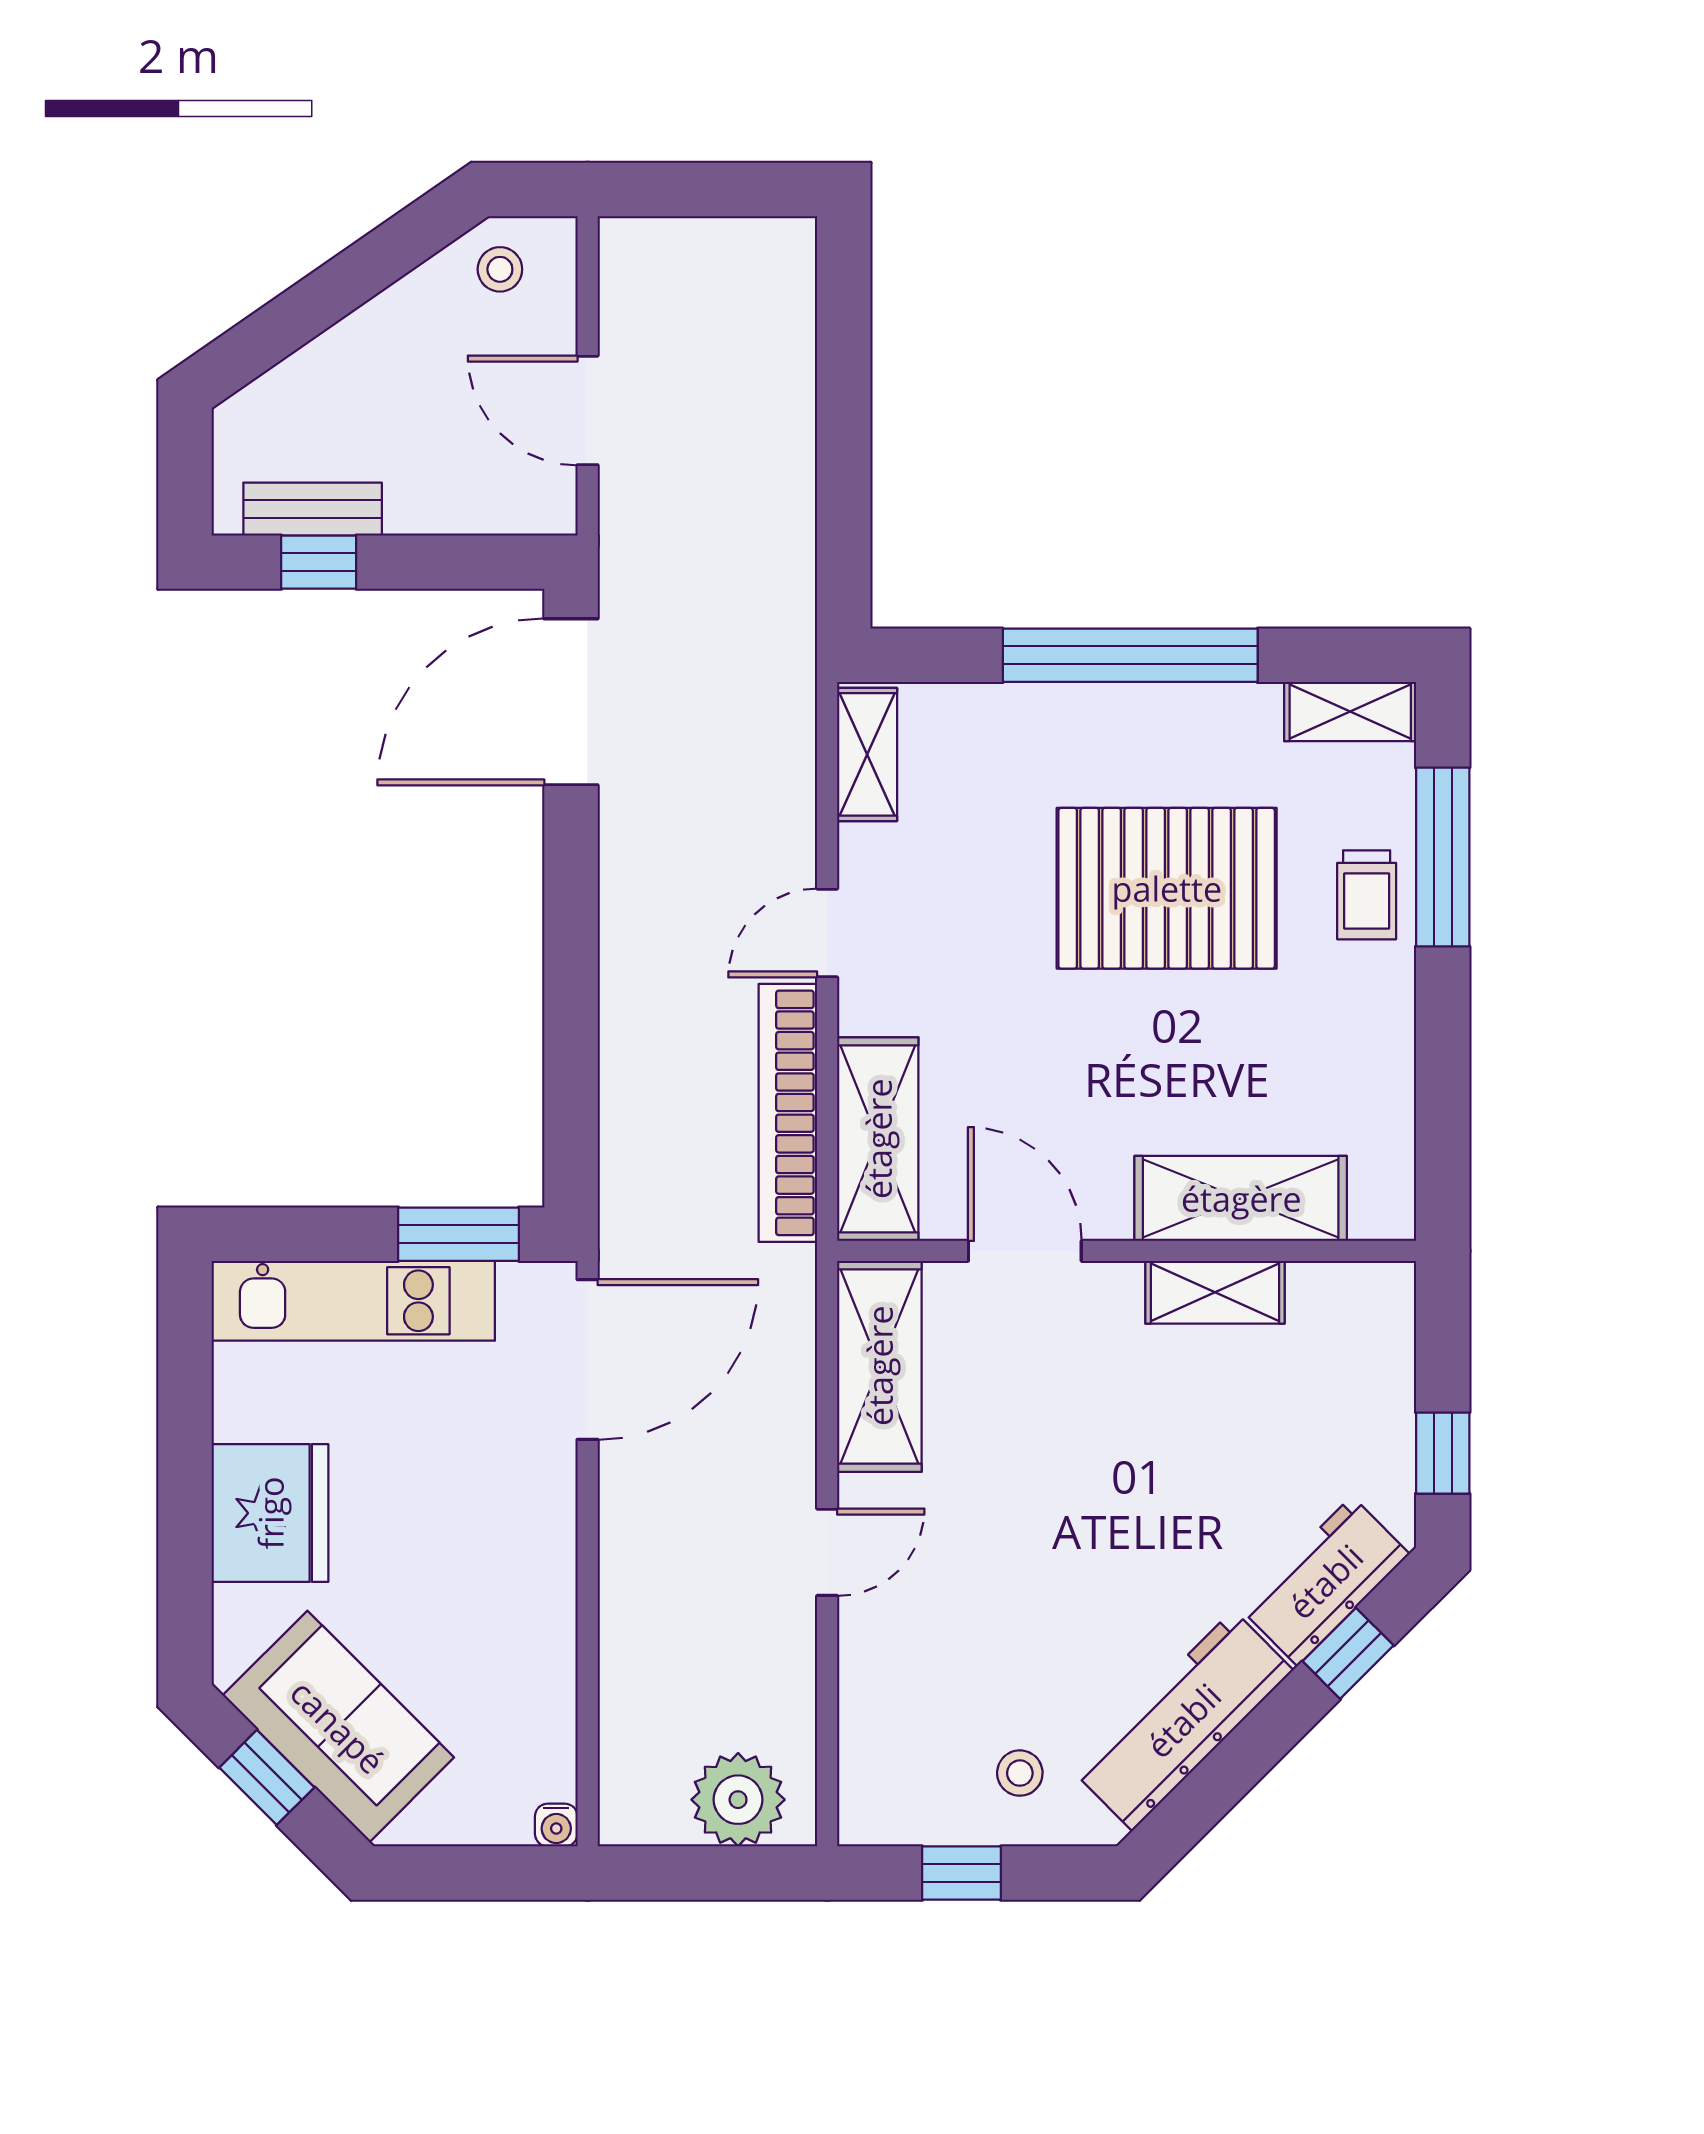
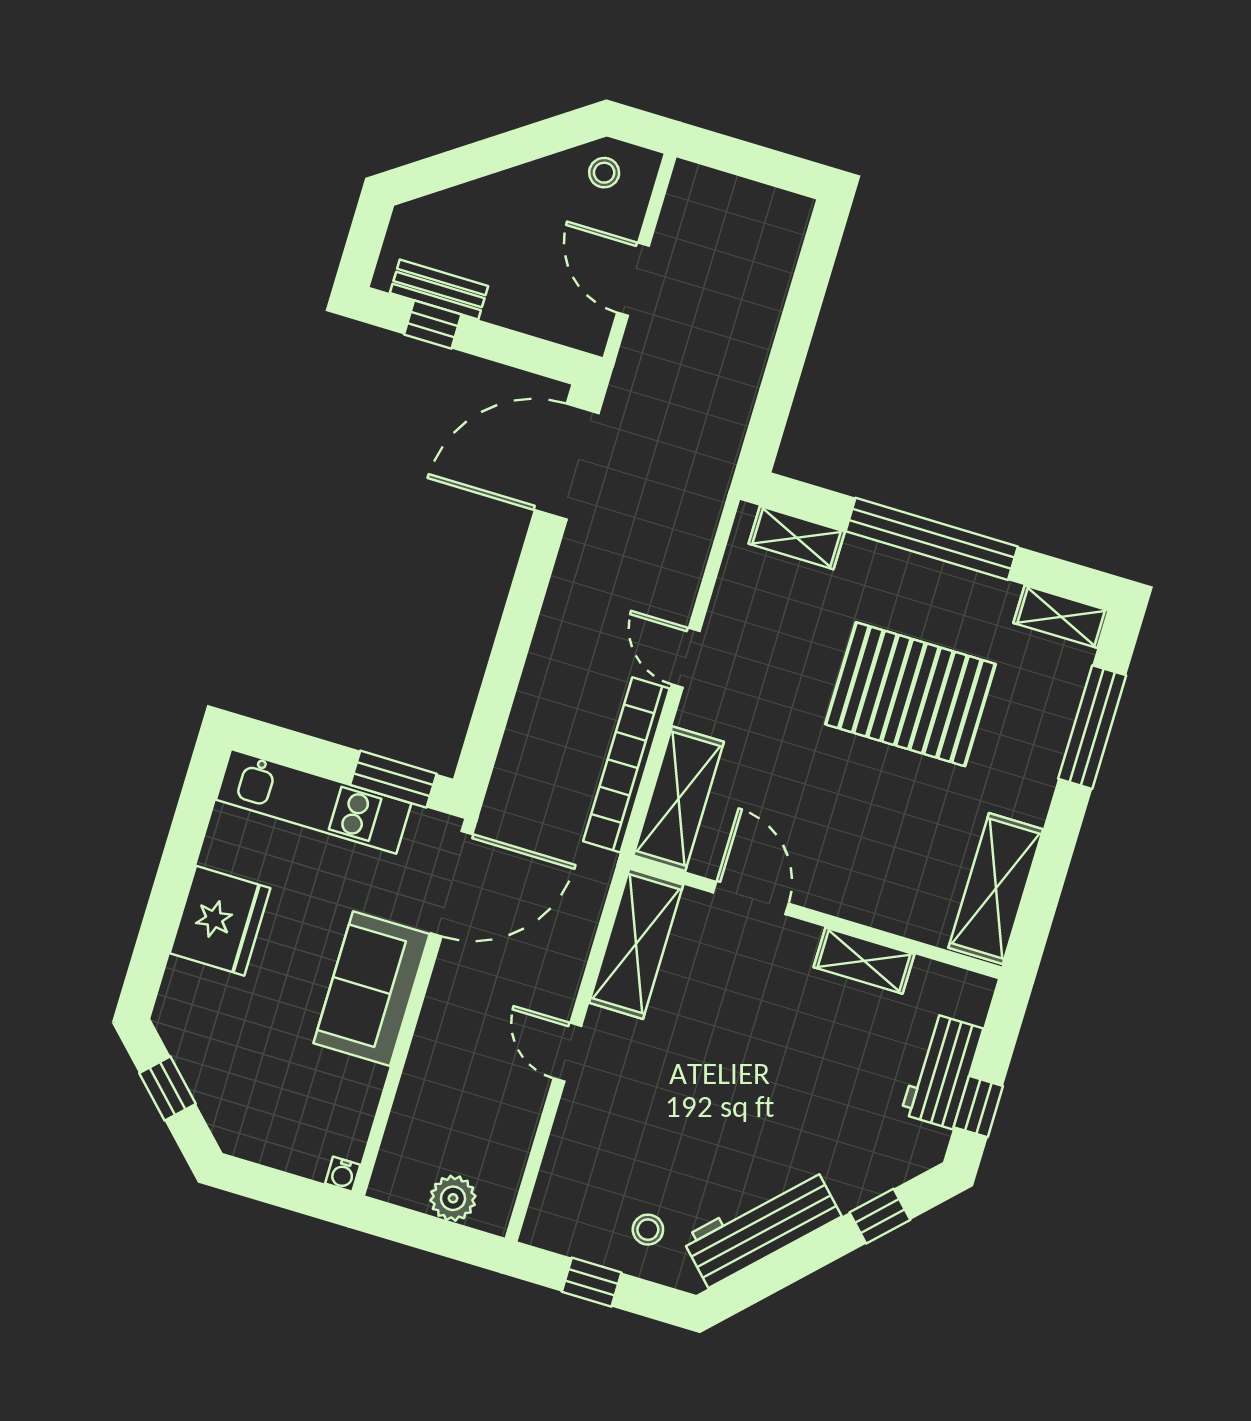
shelving: (867, 754) -> (797, 538), moved, turned 90
trolley: (1367, 895) -> (1037, 737), removed
door: (827, 933) -> (686, 658), hinge flipped
shelving: (1241, 1198) -> (996, 888), moved, turned 90
door: (827, 1552) -> (567, 1052), swing flipped
workbench: (1325, 1581) -> (942, 1071), moved, turned -45
sofa: (338, 1726) -> (372, 989), moved, turned -135
plant: (738, 1800) -> (453, 1198), width x0.73, depth x0.73

